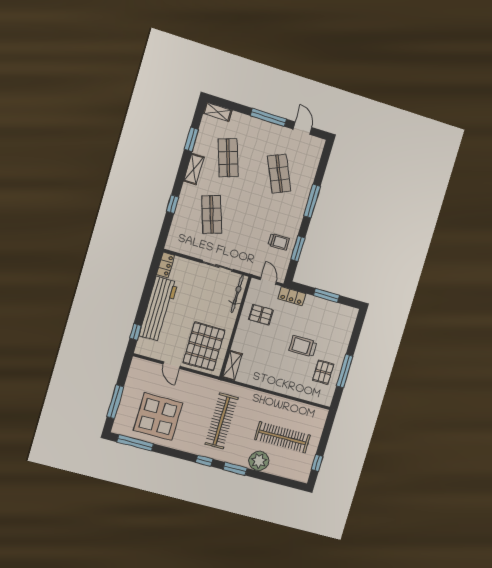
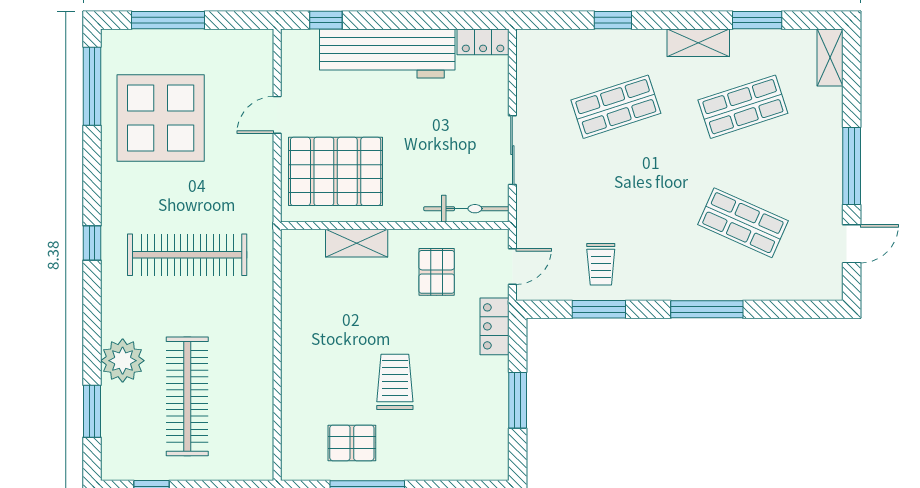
shop shelf: (279, 174) -> (743, 223), turned 48
shelving: (232, 366) -> (357, 243), moved
window: (235, 469) -> (92, 411), moved

